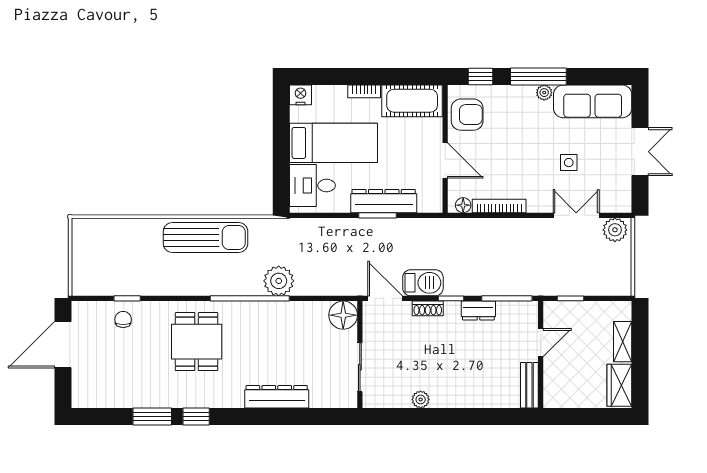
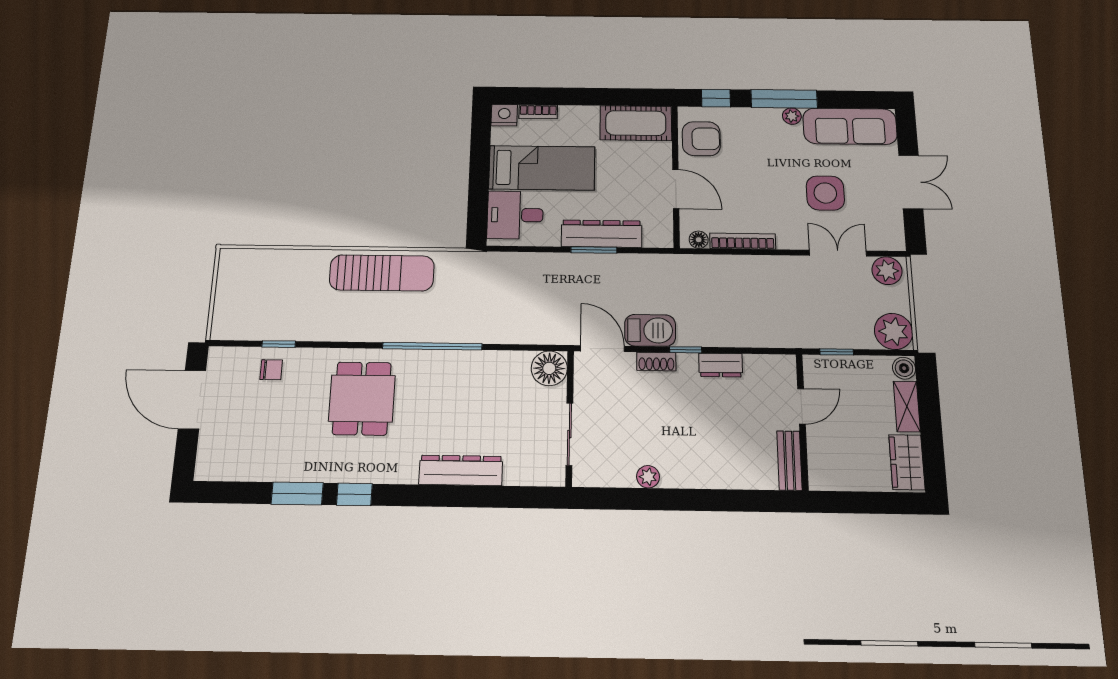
bookcase: (364, 91) -> (538, 112), moved
side table: (569, 163) -> (825, 193), width x1.87, depth x1.87
plant: (279, 281) -> (894, 331), moved
window: (507, 298) -> (756, 351), removed
boiler: (623, 311) -> (904, 368), added
chair: (123, 319) -> (271, 370), turned 90
door: (63, 345) -> (192, 400), hinge flipped

